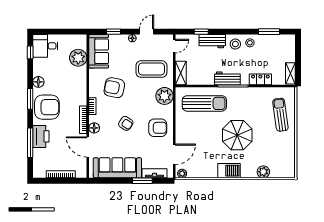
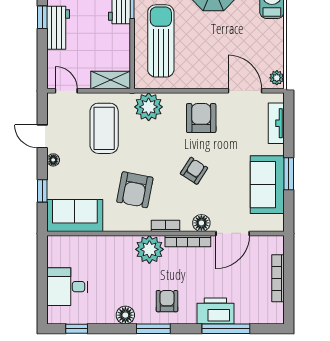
window: (201, 32) -> (42, 17), moved
desk: (45, 46) -> (67, 287), moved, turned 90
plant: (78, 58) -> (149, 249), moved
armchair: (47, 107) -> (167, 301), width x0.53, depth x0.53
sofa: (117, 168) -> (267, 185), width x0.73
window: (142, 181) -> (289, 174), moved

